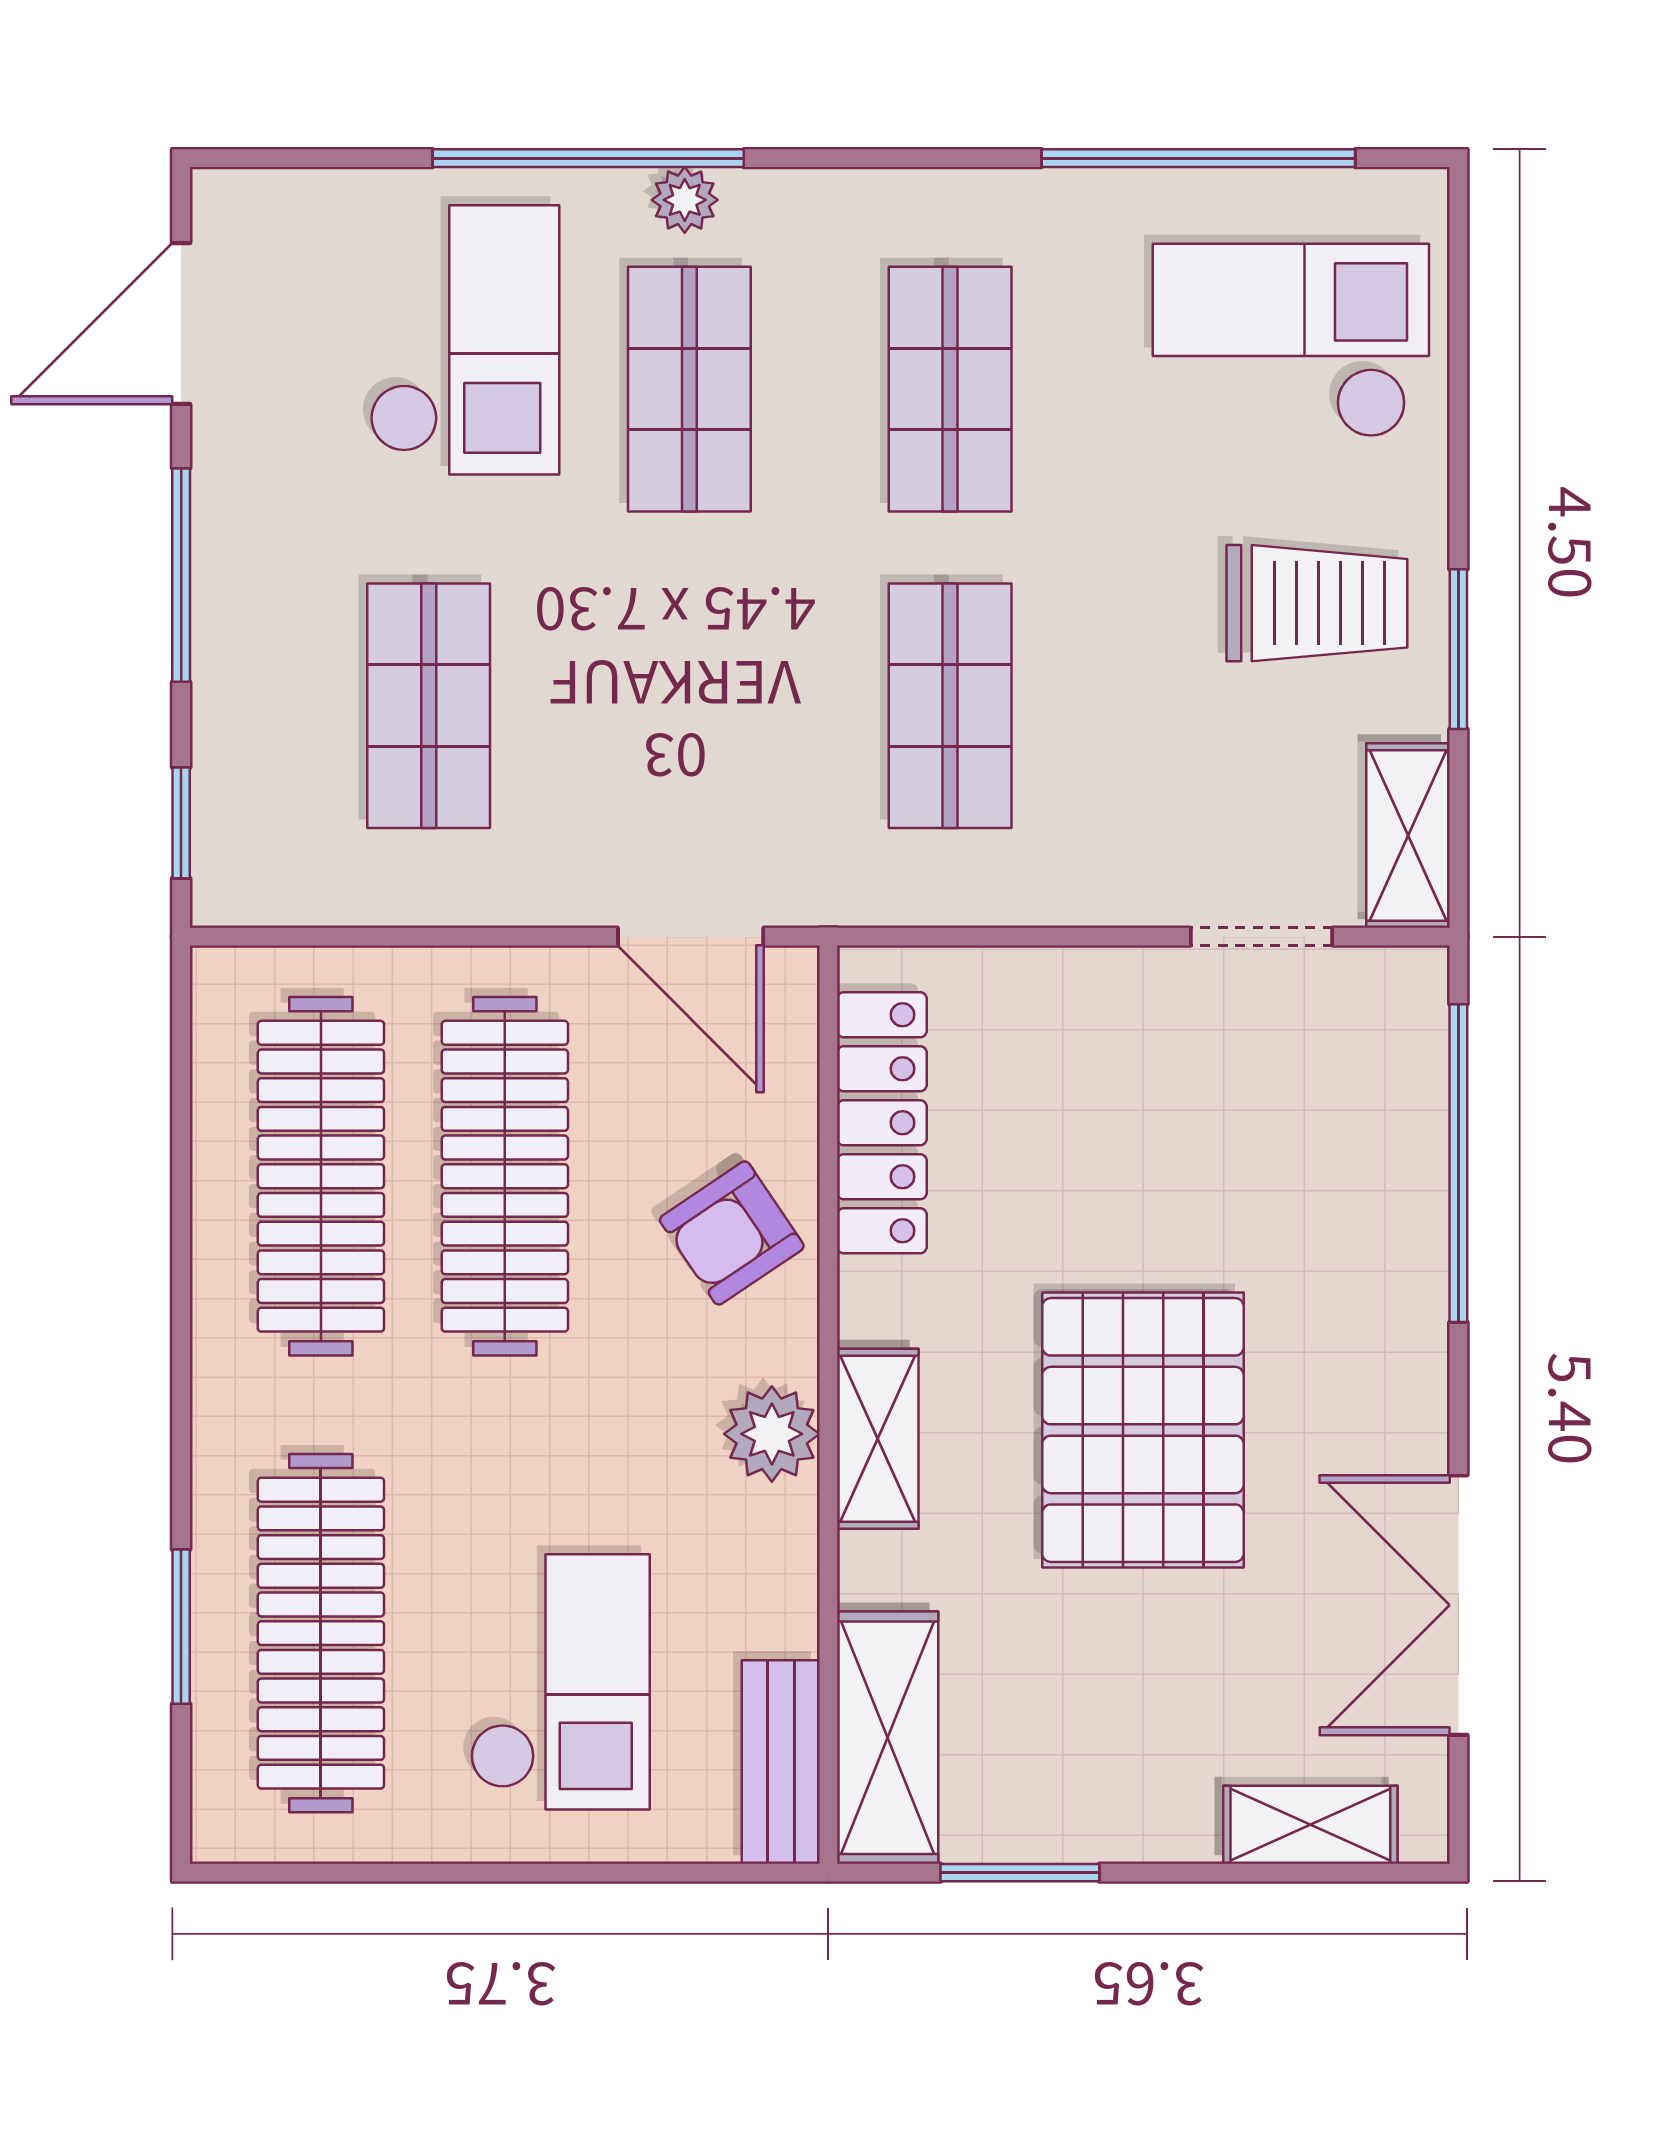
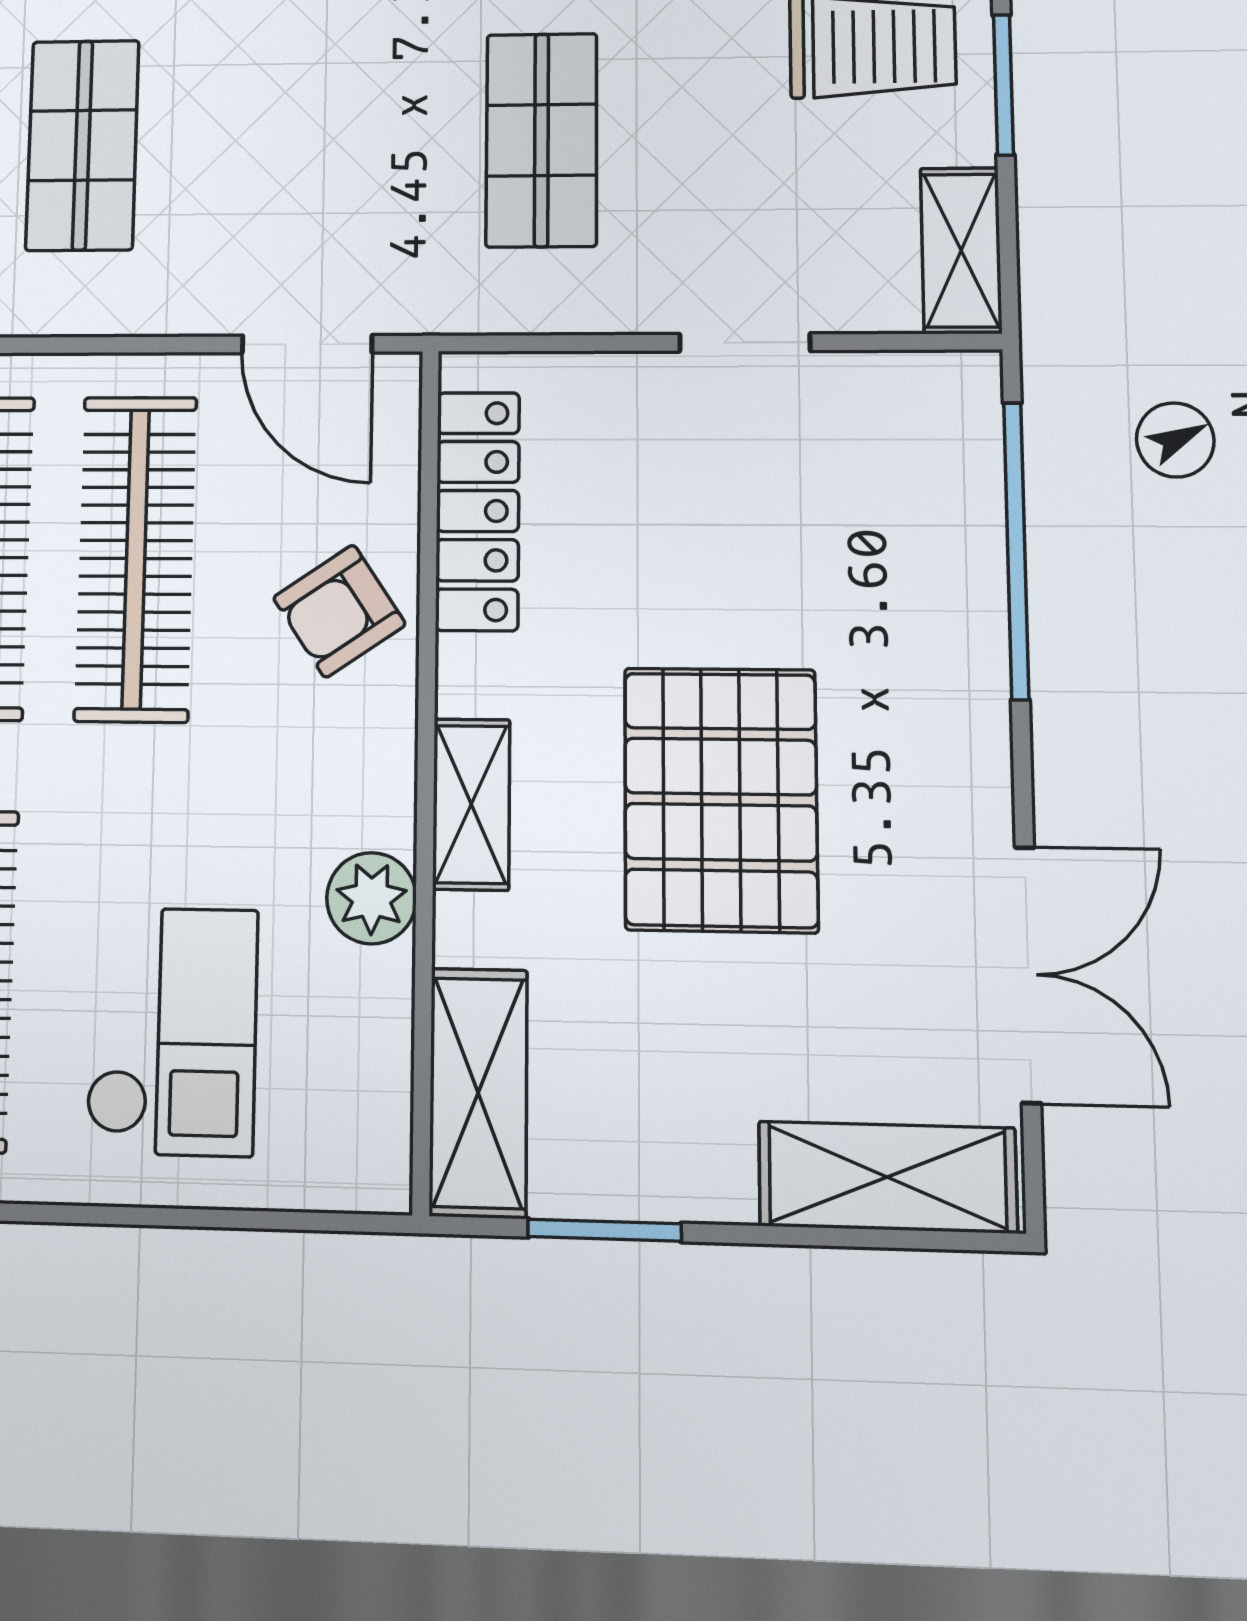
doorway: (1262, 937) -> (745, 342), moved
plant: (772, 1434) -> (371, 898), moved
double door: (1458, 1605) -> (1028, 974), swing flipped
bench: (781, 1762) -> (377, 1114), removed
shelving: (1310, 1825) -> (887, 1177), width x1.50, depth x1.33

